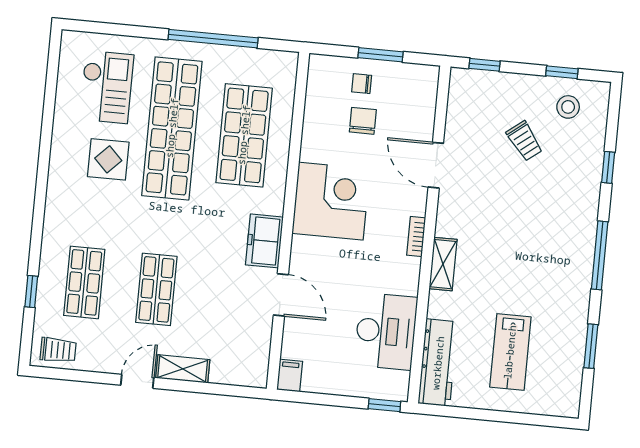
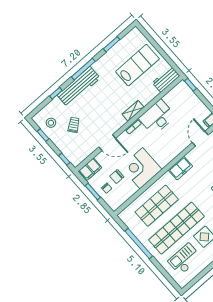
filing cabinet: (422, 90) -> (90, 169), added
door: (436, 165) -> (107, 143), hinge flipped
corner desk: (331, 201) -> (141, 168), moved
workbench: (579, 217) -> (79, 87), added
door: (281, 295) -> (200, 139), moved
desk: (386, 331) -> (157, 117), moved
lab bench: (510, 352) -> (137, 65), width x1.36, depth x1.39
workbench: (438, 363) -> (166, 79), width x0.73

